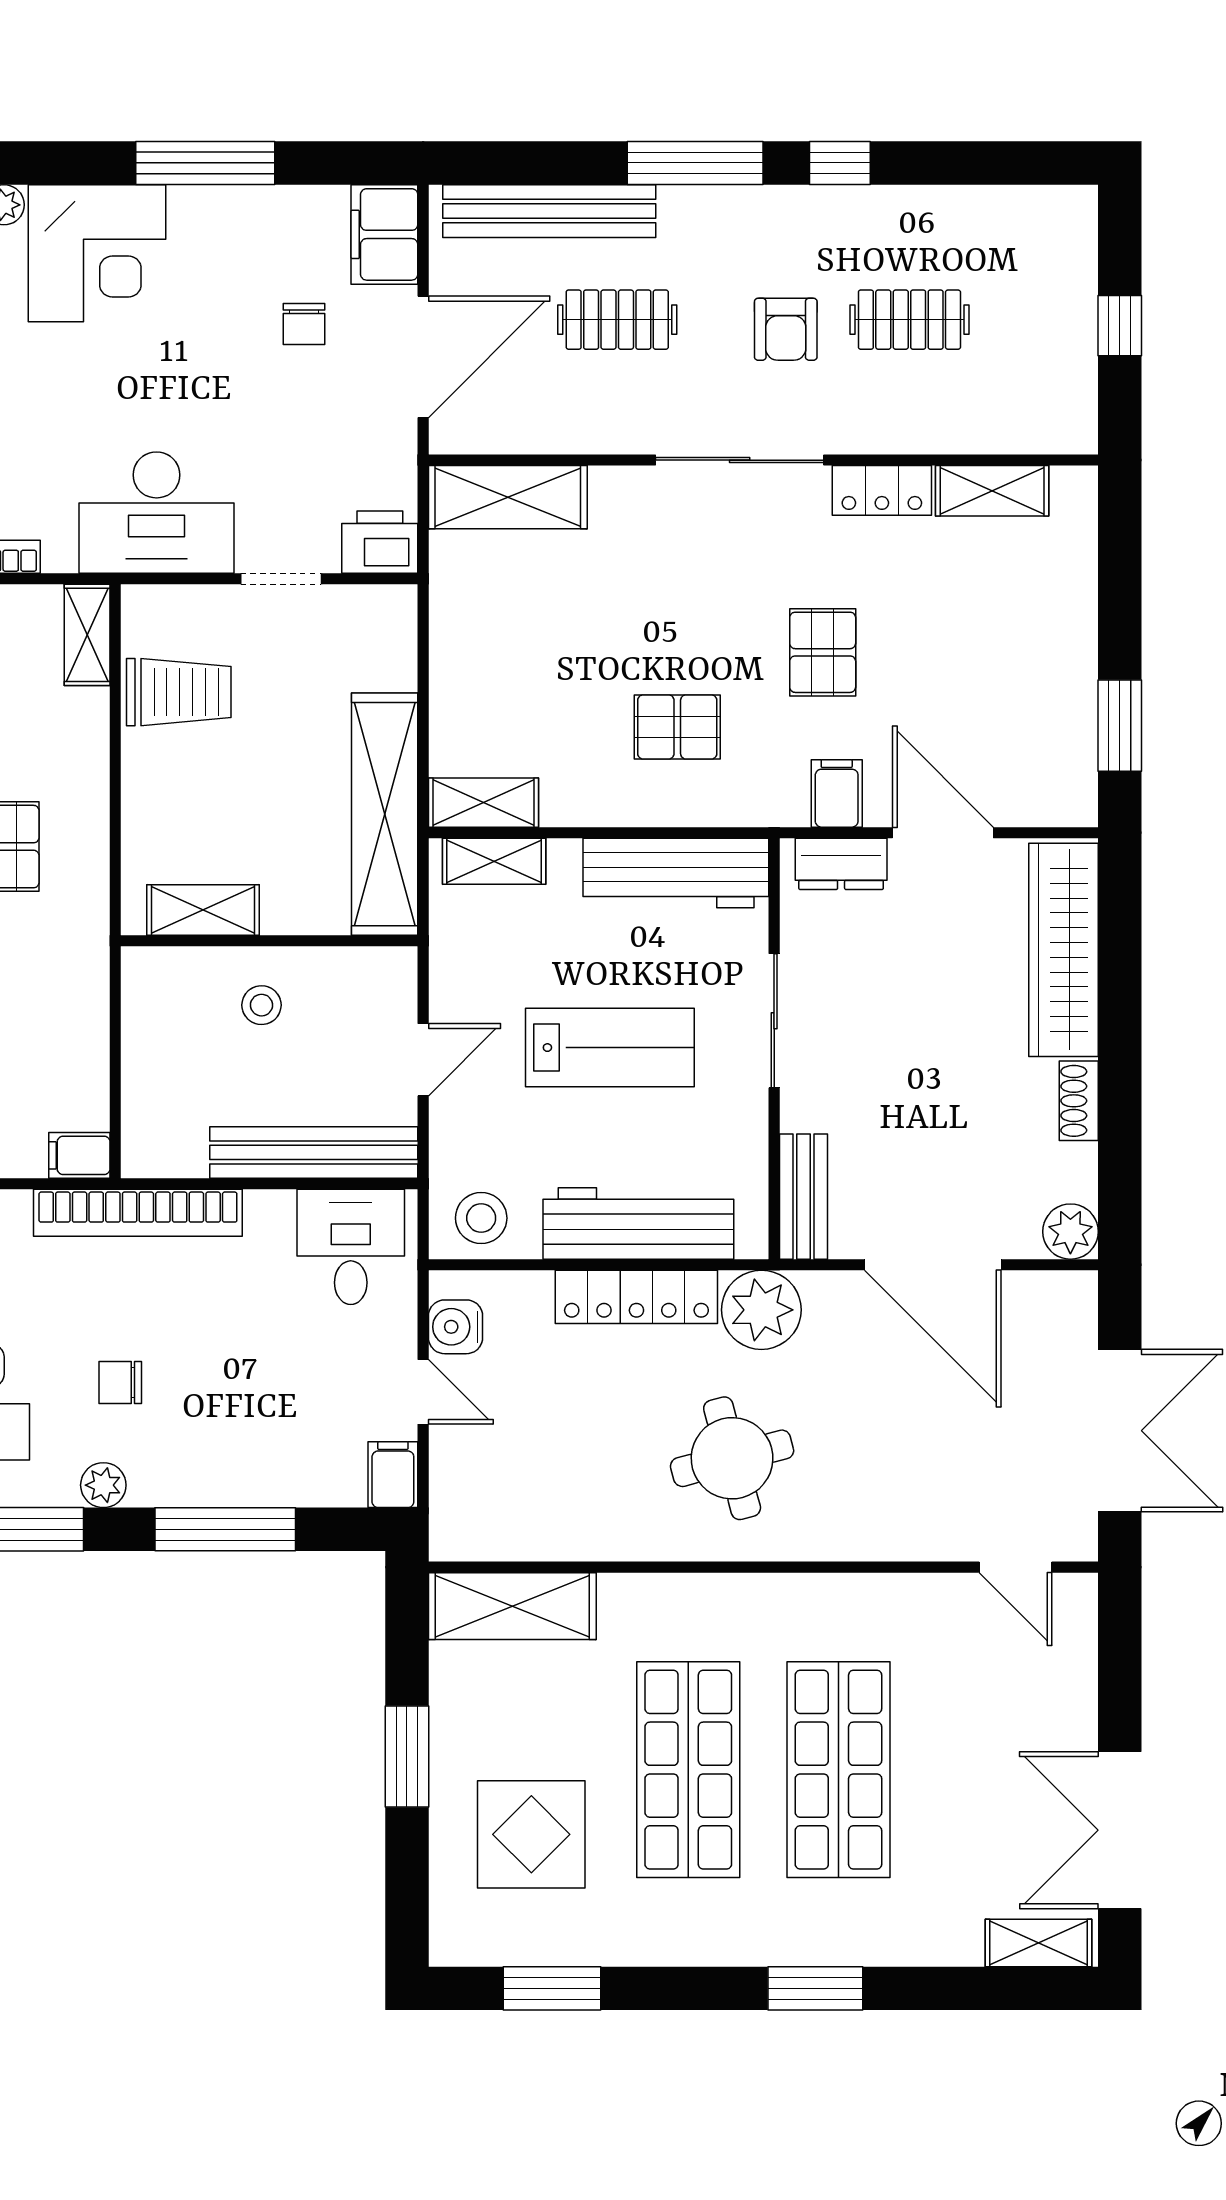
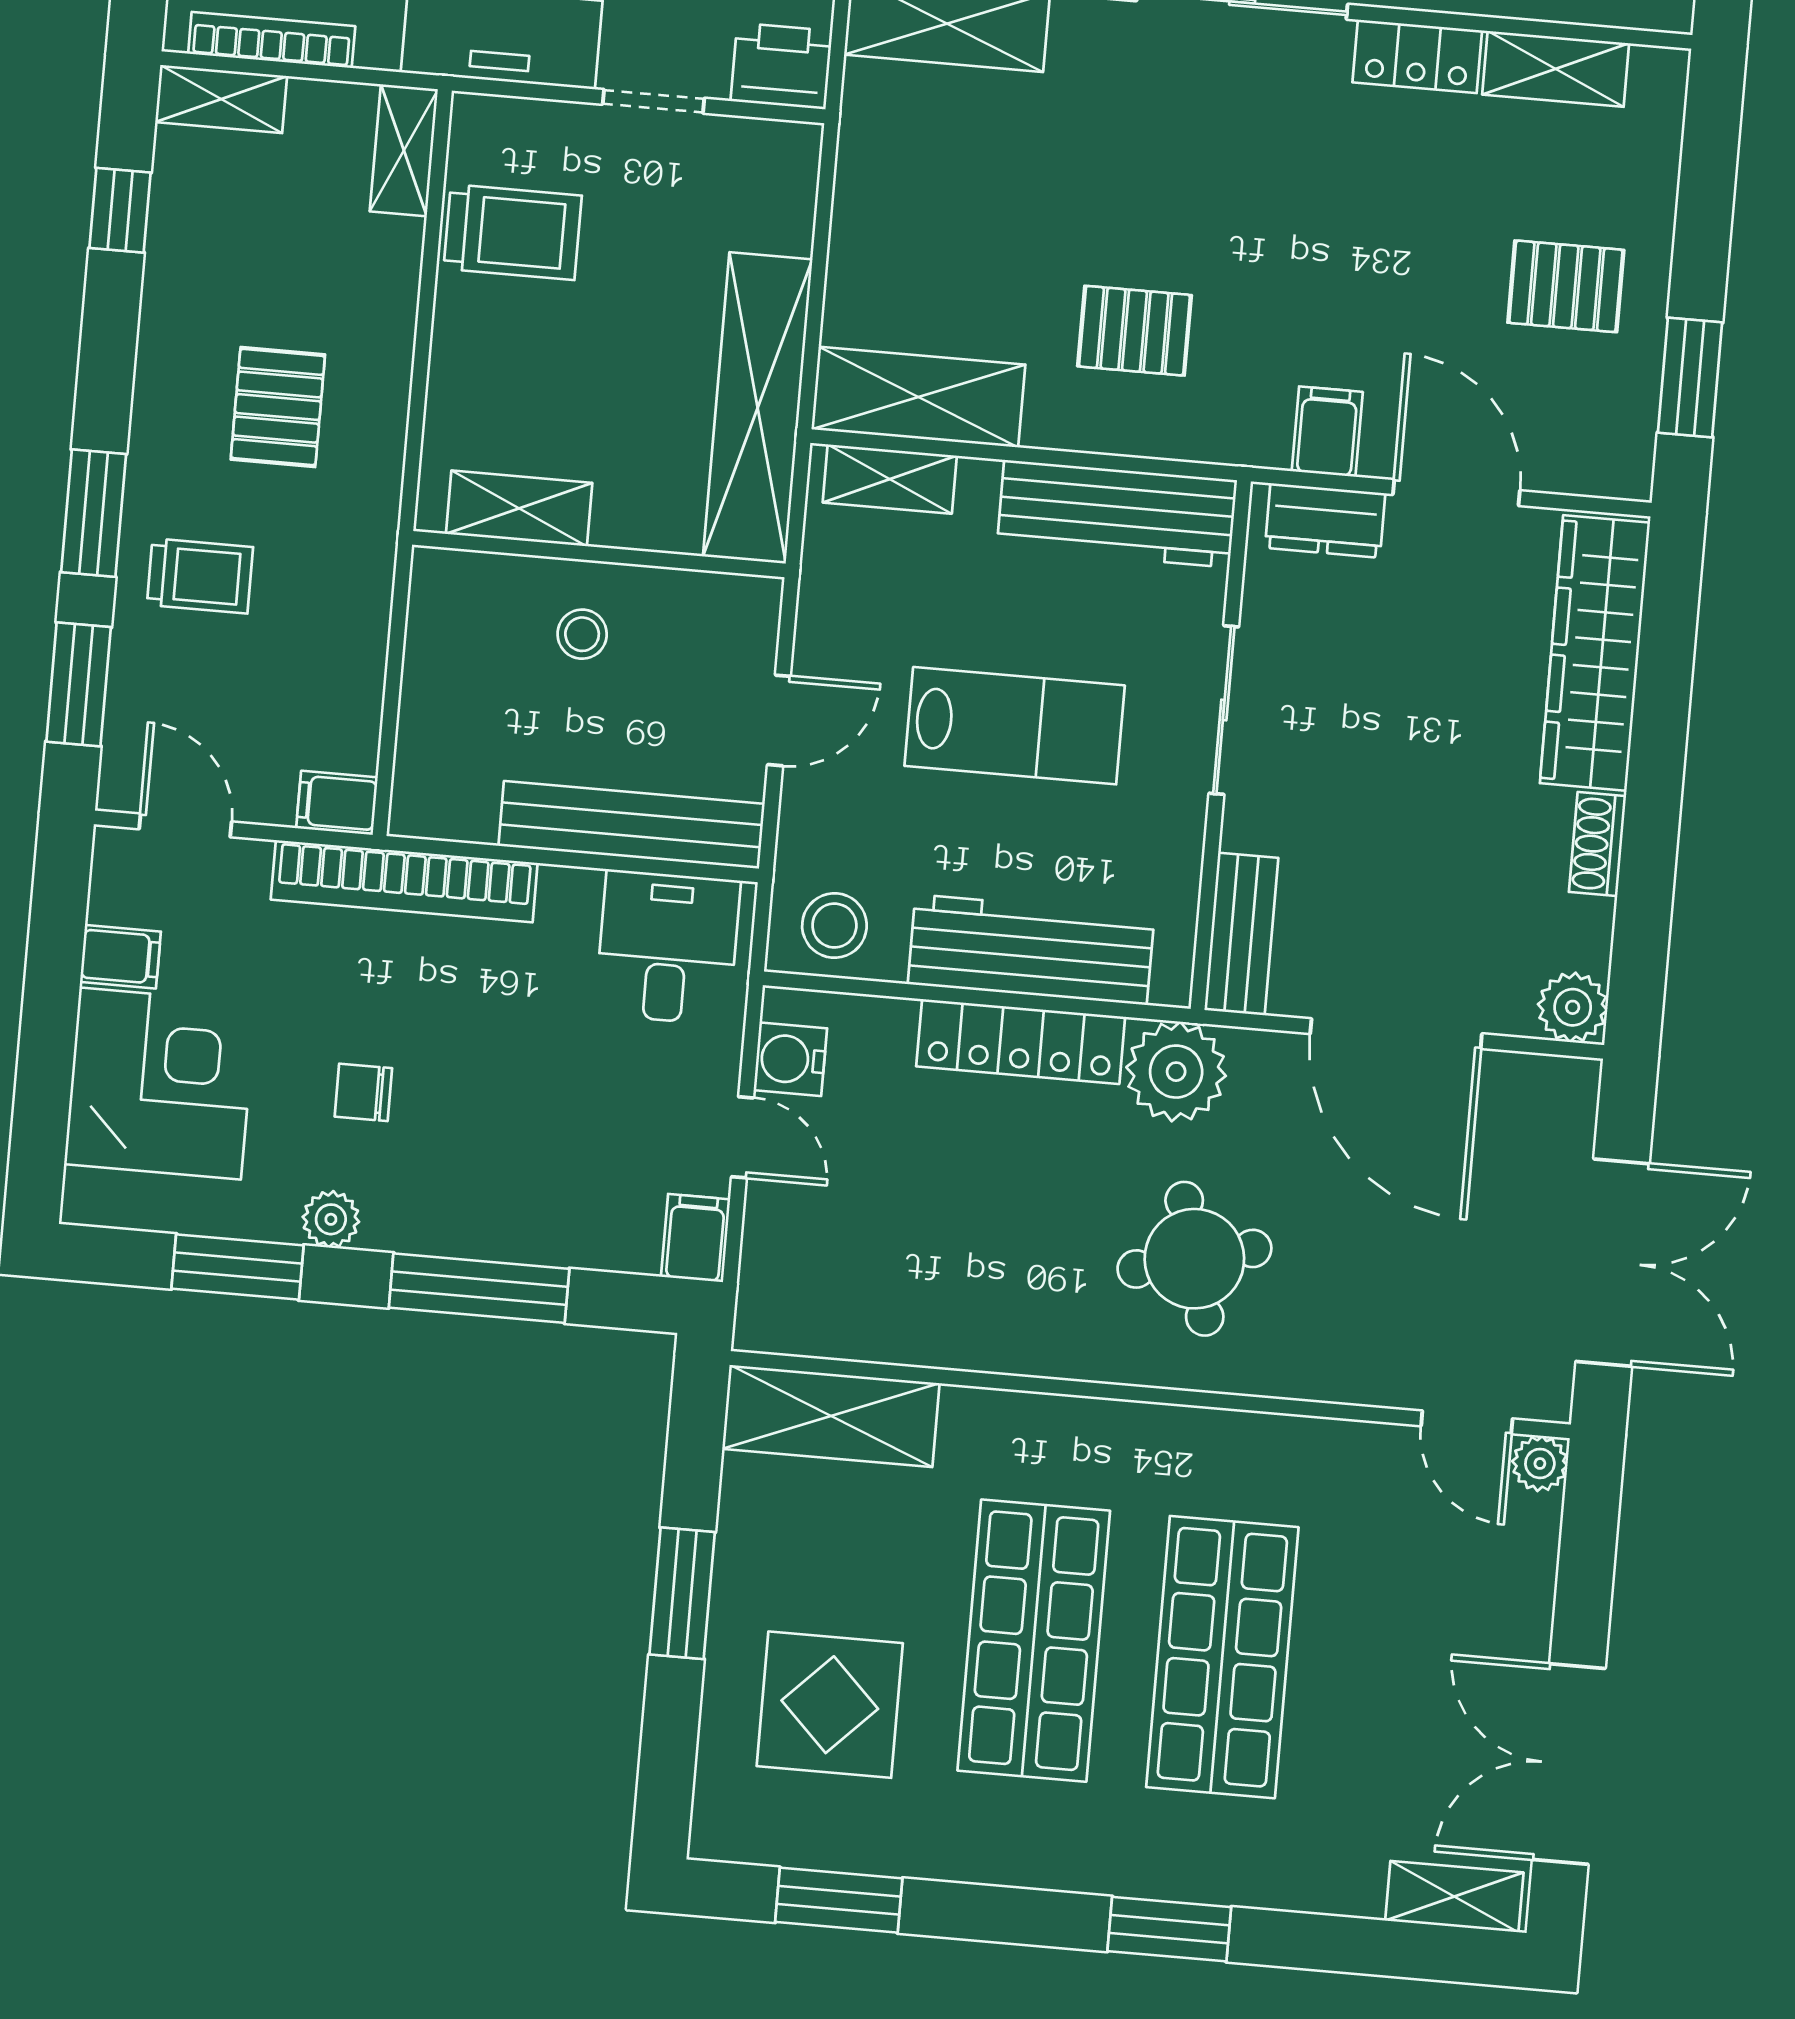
pallet: (823, 652) -> (1566, 286), moved, turned 90
shelving: (483, 803) -> (918, 397), width x1.50, depth x1.33
round table: (732, 1458) -> (1194, 1259), moved
plant: (1076, 1595) -> (1540, 1463), added

